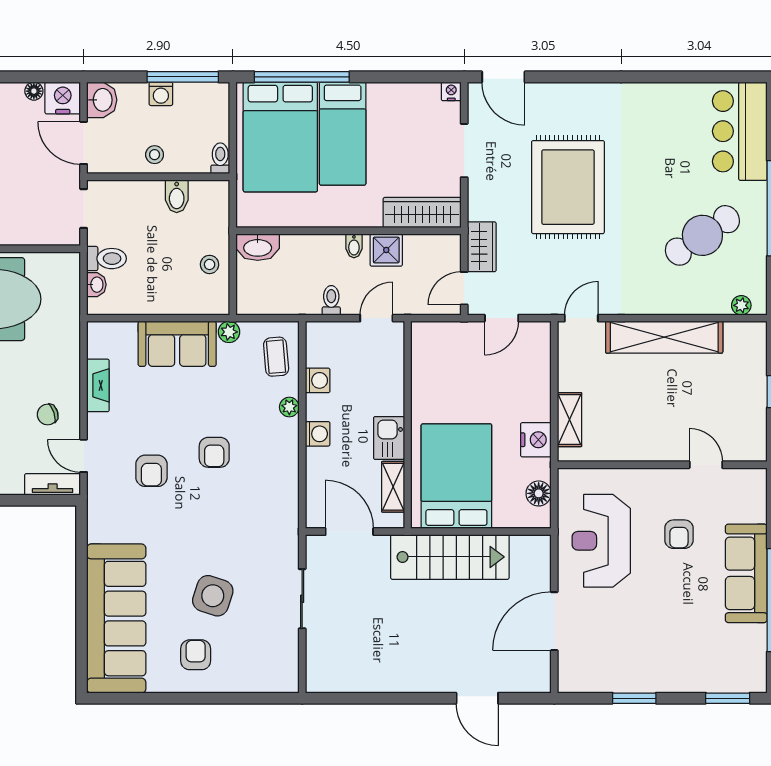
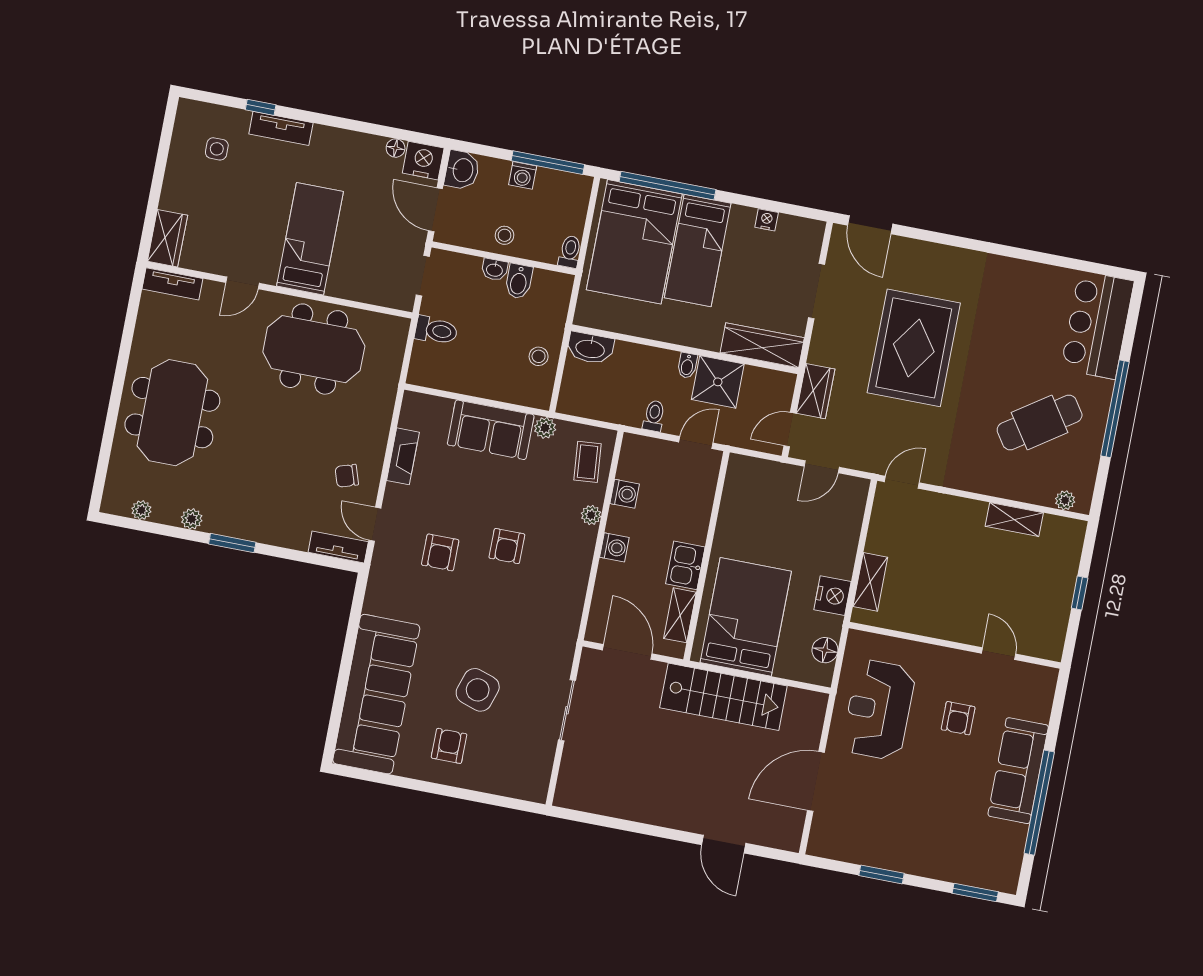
nightstand: (451, 91) -> (767, 220), moved
shower: (386, 250) -> (718, 382), width x1.36, depth x1.36
washbasin: (96, 285) -> (495, 270), moved, turned 90
shelving: (664, 337) -> (1014, 520), width x0.45, depth x0.75

